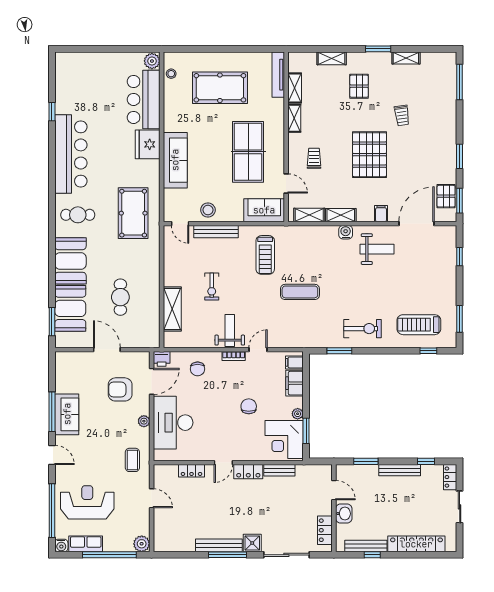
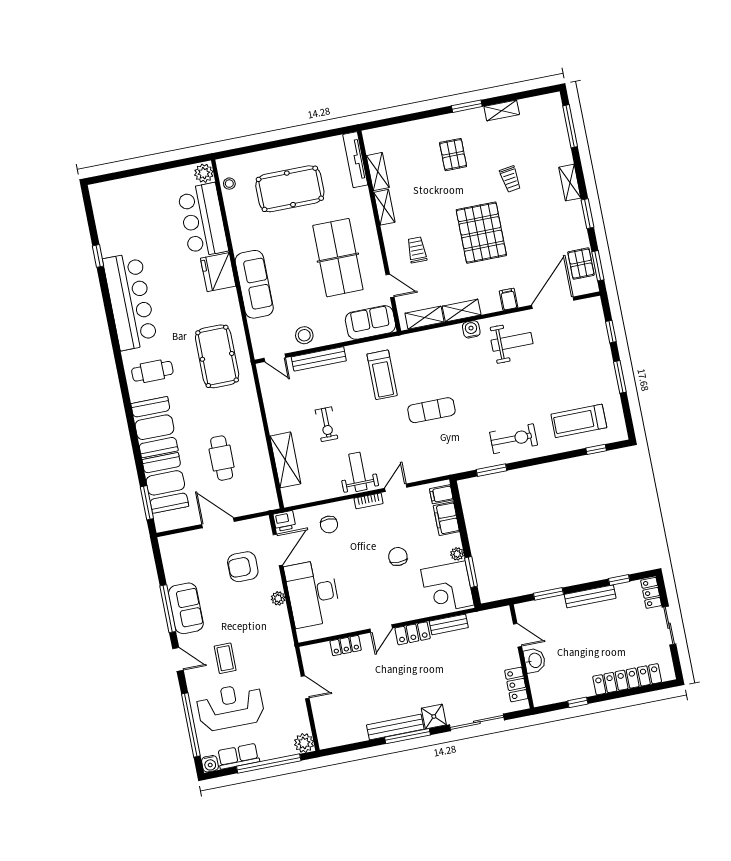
shelving: (332, 58) -> (570, 183), moved, turned 90
window: (460, 319) -> (620, 377), moved
coffee table: (132, 460) -> (225, 658), moved
bench: (366, 546) -> (568, 694), removed

